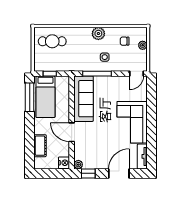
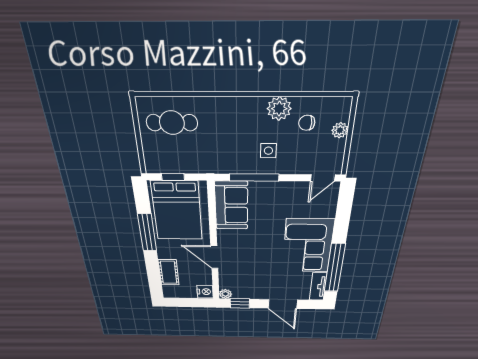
plant: (98, 34) -> (279, 109), moved
window: (30, 97) -> (147, 233), moved
bed: (45, 97) -> (177, 211), width x1.50
sofa: (84, 99) -> (231, 206), width x0.73
window: (151, 140) -> (335, 268), added
door: (119, 173) -> (283, 304), swing flipped

